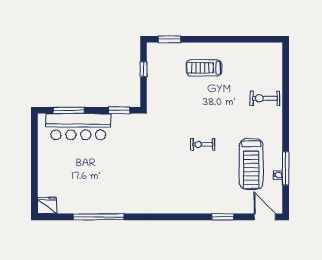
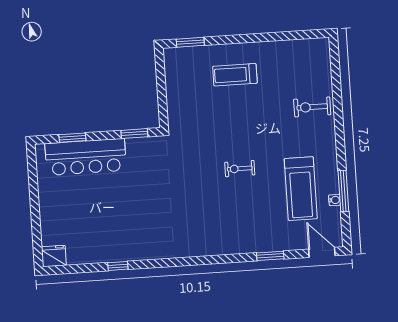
window: (143, 69) -> (161, 81), removed
window: (69, 110) -> (72, 138), width x0.69
window: (99, 217) -> (118, 266), width x0.32

